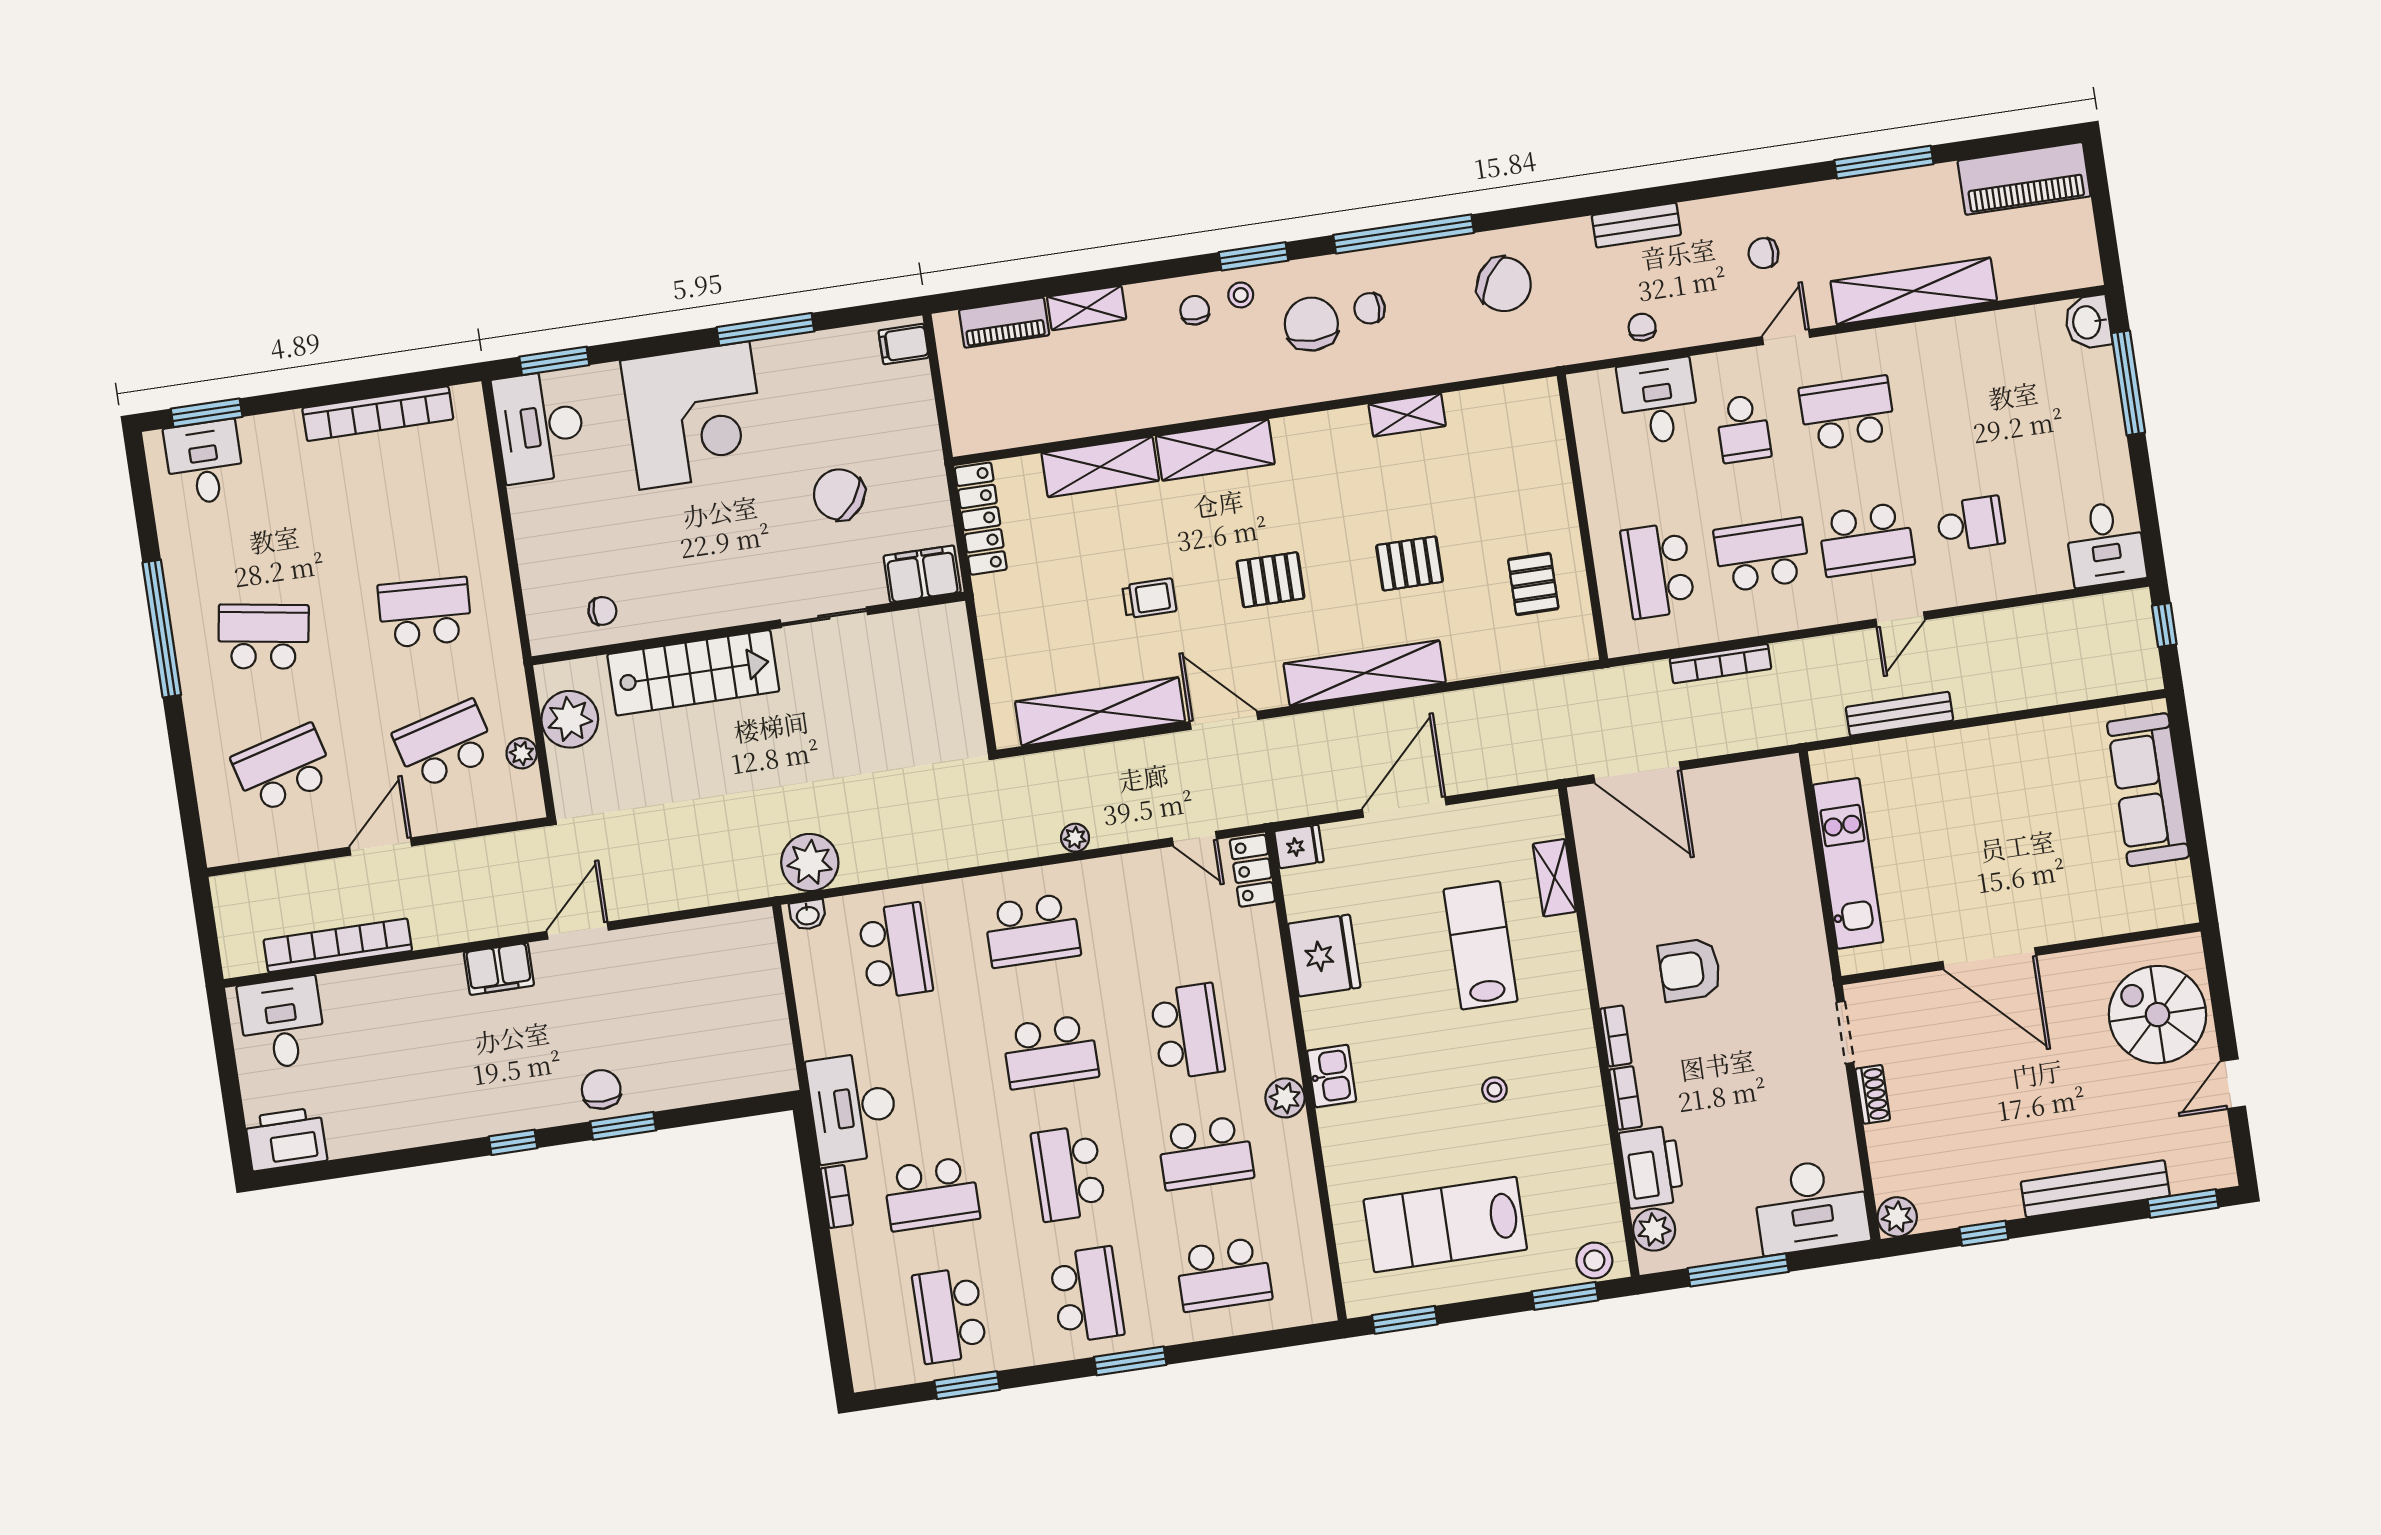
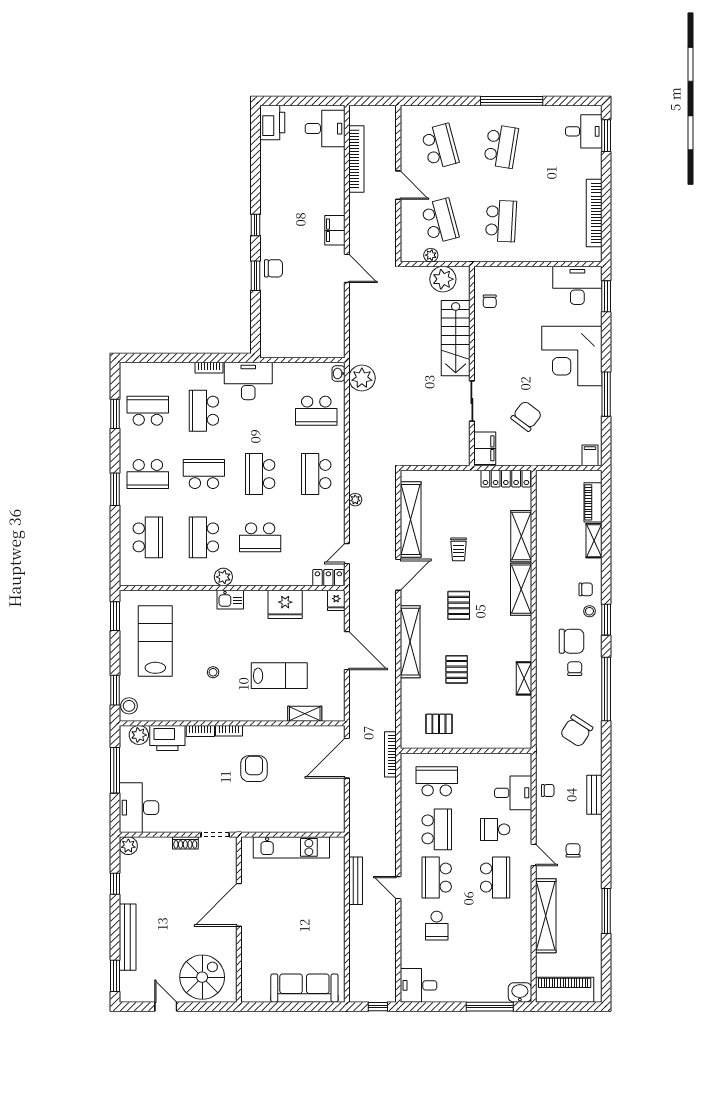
piano: (2024, 178) -> (565, 990), moved, turned 90
bookcase: (1720, 664) -> (390, 754), moved
school desk: (1224, 1274) -> (148, 537), turned 180

